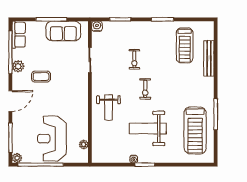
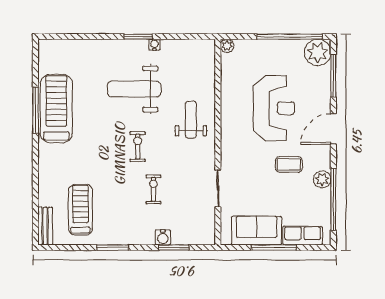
water cooler: (97, 26) -> (163, 237), moved
row of seats: (19, 35) -> (303, 236), moved, turned 90
bench: (209, 58) -> (45, 226), moved, width x0.73
weight bench: (148, 128) -> (134, 89), turned 180
treadmill: (195, 130) -> (56, 109), moved
reception desk: (52, 139) -> (274, 108), moved
plant: (84, 144) -> (227, 46), moved
plant: (17, 158) -> (318, 52), width x1.88, depth x1.88

